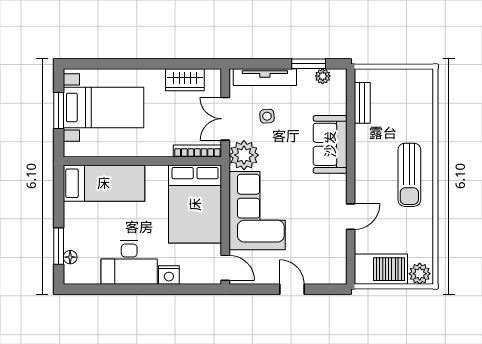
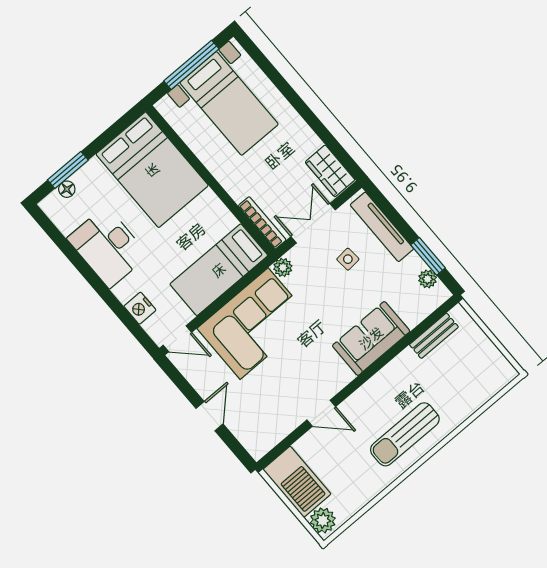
wardrobe: (185, 80) -> (330, 171), moved
window: (59, 111) -> (191, 65), width x1.44
plant: (244, 155) -> (283, 267), width x0.53, depth x0.53
bed: (104, 183) -> (152, 170), width x1.50
bed: (195, 204) -> (219, 270), width x0.67
door: (225, 268) -> (177, 339), hinge flipped
nightstand: (169, 275) -> (140, 308), moved

